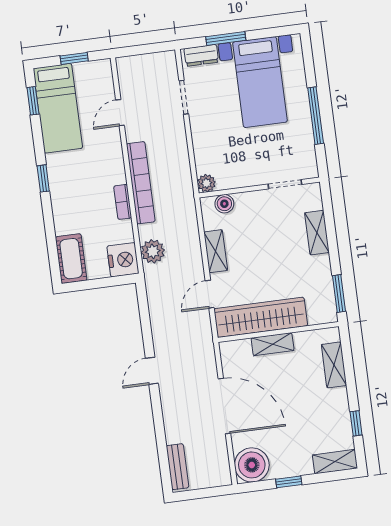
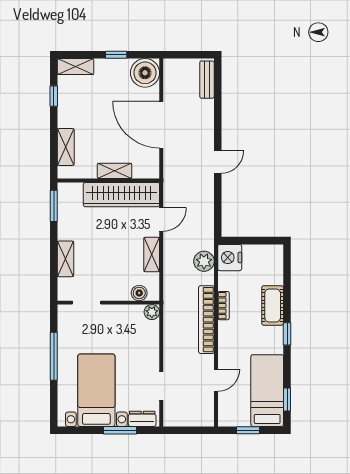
cot: (71, 259) -> (273, 305), moved

